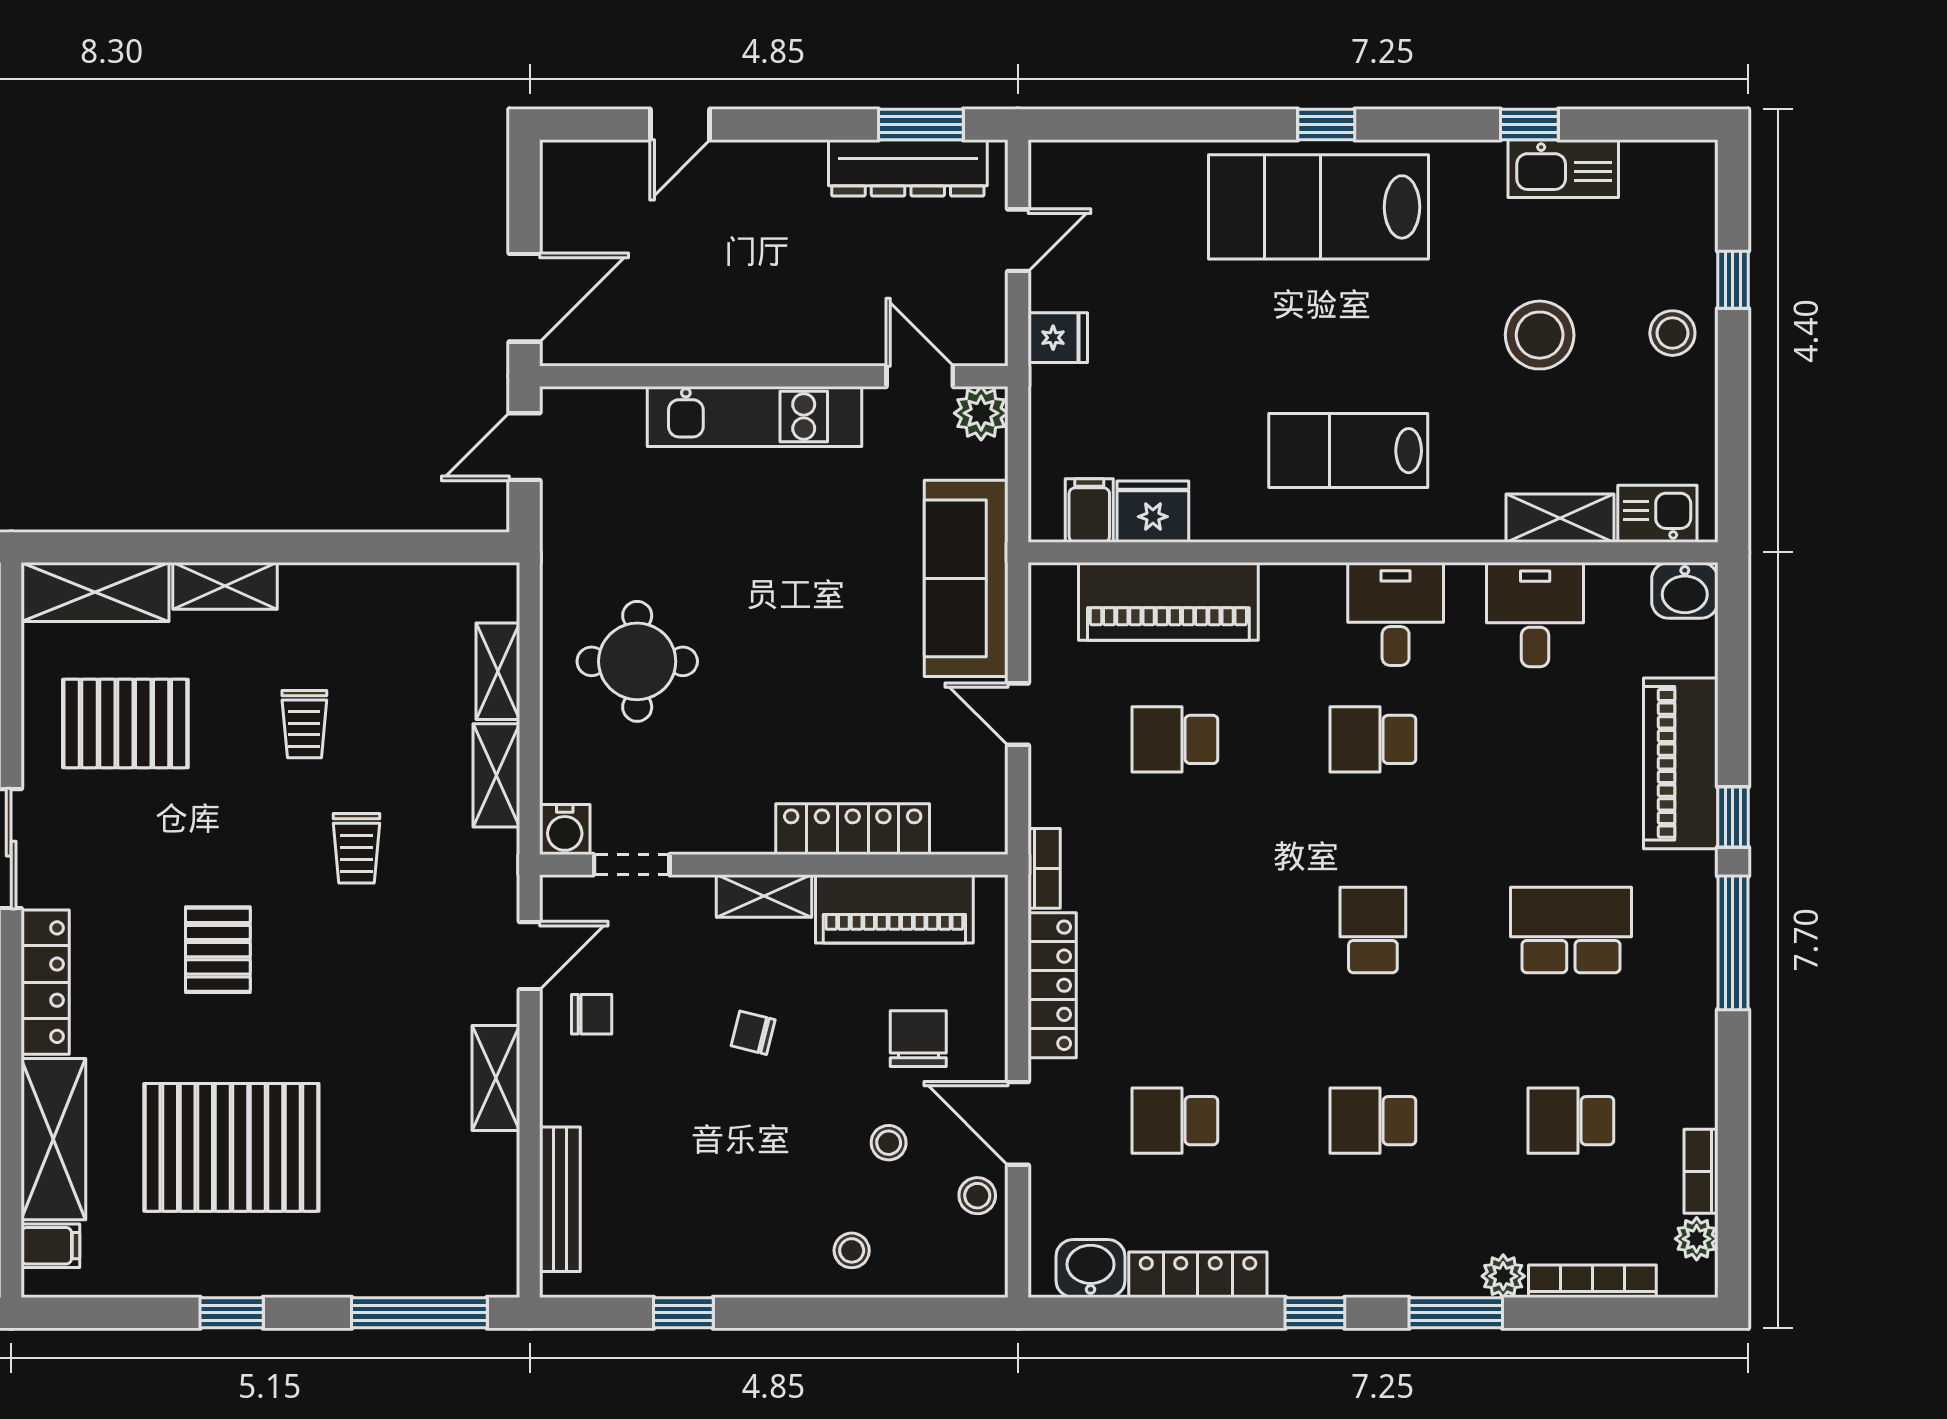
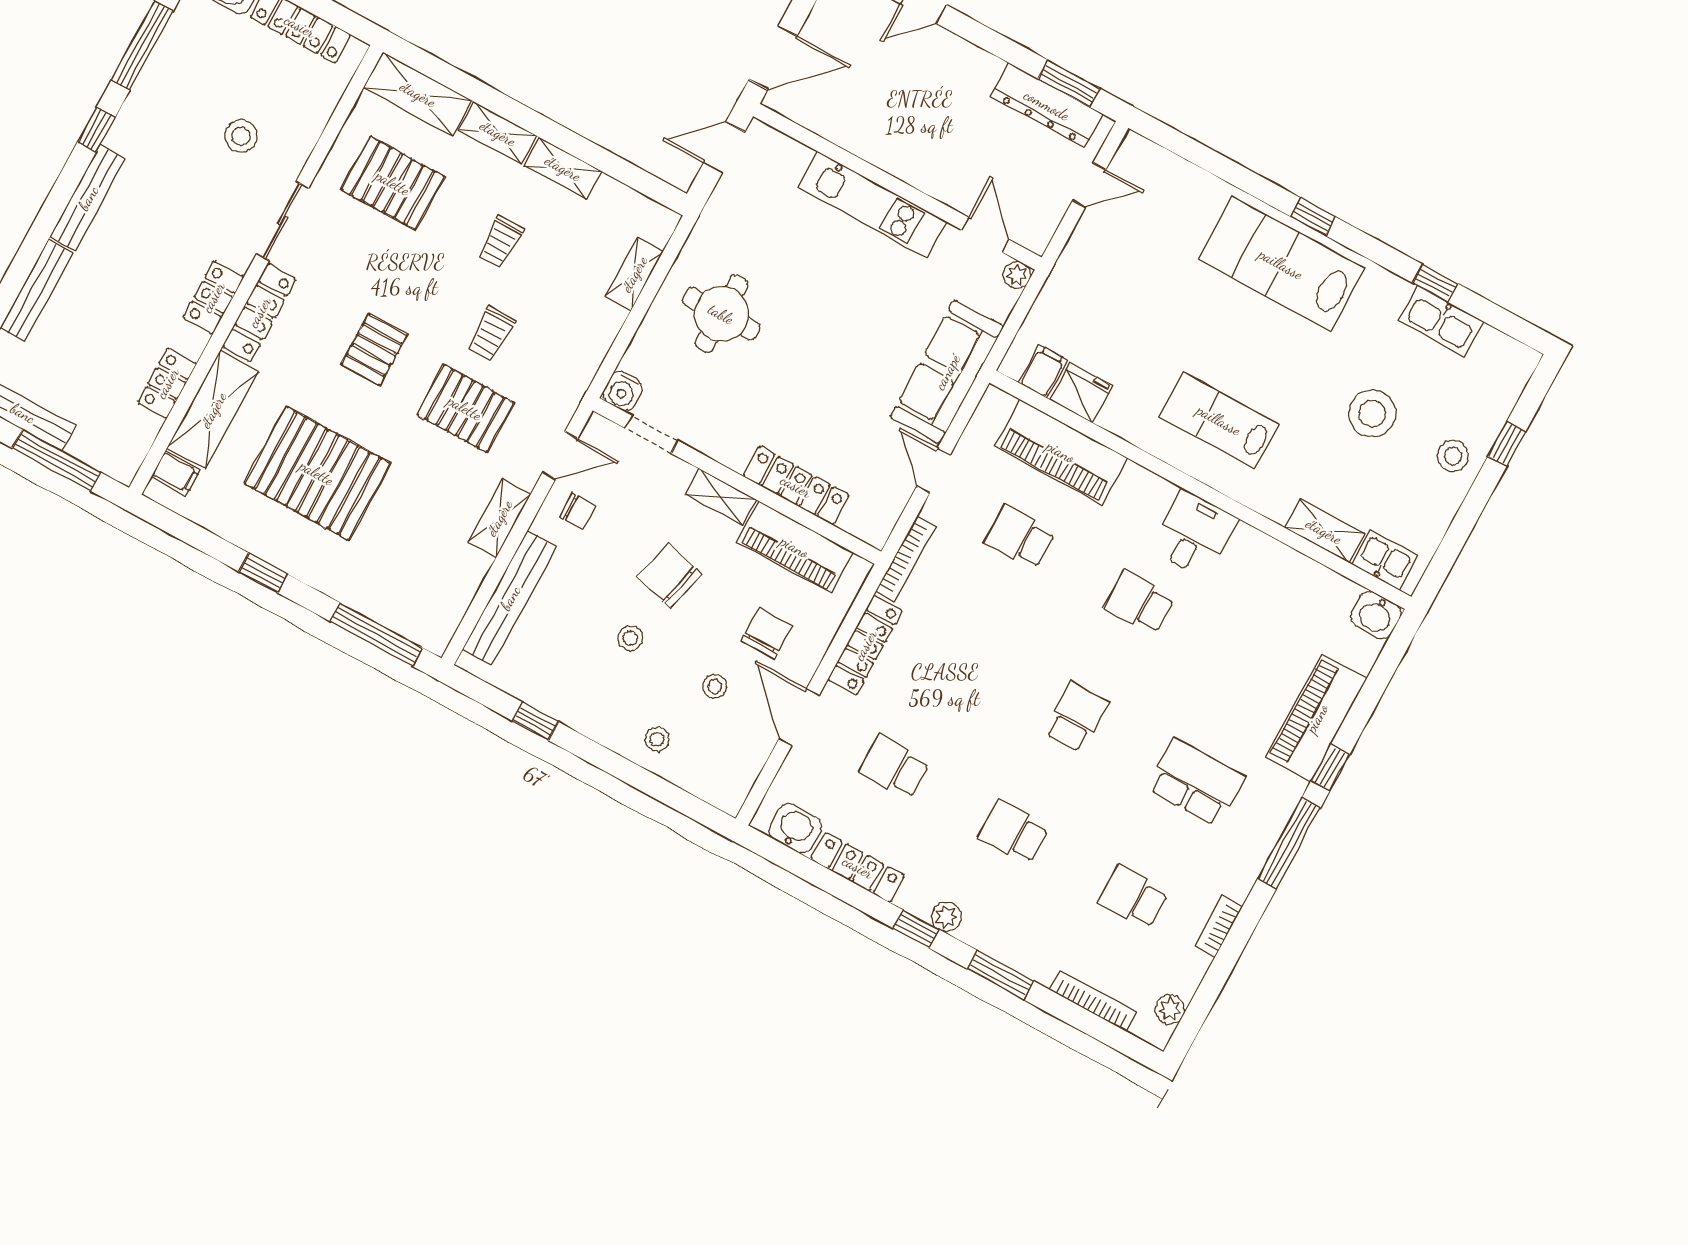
fridge: (1058, 338) -> (1081, 257), removed
plant: (981, 413) -> (1017, 275), width x0.73, depth x0.73
desk: (1535, 615) -> (1278, 580), removed
shelving: (496, 775) -> (563, 168), moved, turned 90
bookcase: (1044, 868) -> (906, 559), width x1.56
pallet: (376, 961) -> (465, 408), added
chair: (753, 1033) -> (669, 576), width x1.87, depth x1.87
bookcase: (1701, 1171) -> (1219, 926), moved
stool: (977, 1196) -> (631, 638), moved
bench: (560, 1199) -> (510, 598), width x1.37, depth x1.21
plant: (1503, 1276) -> (946, 917), moved

